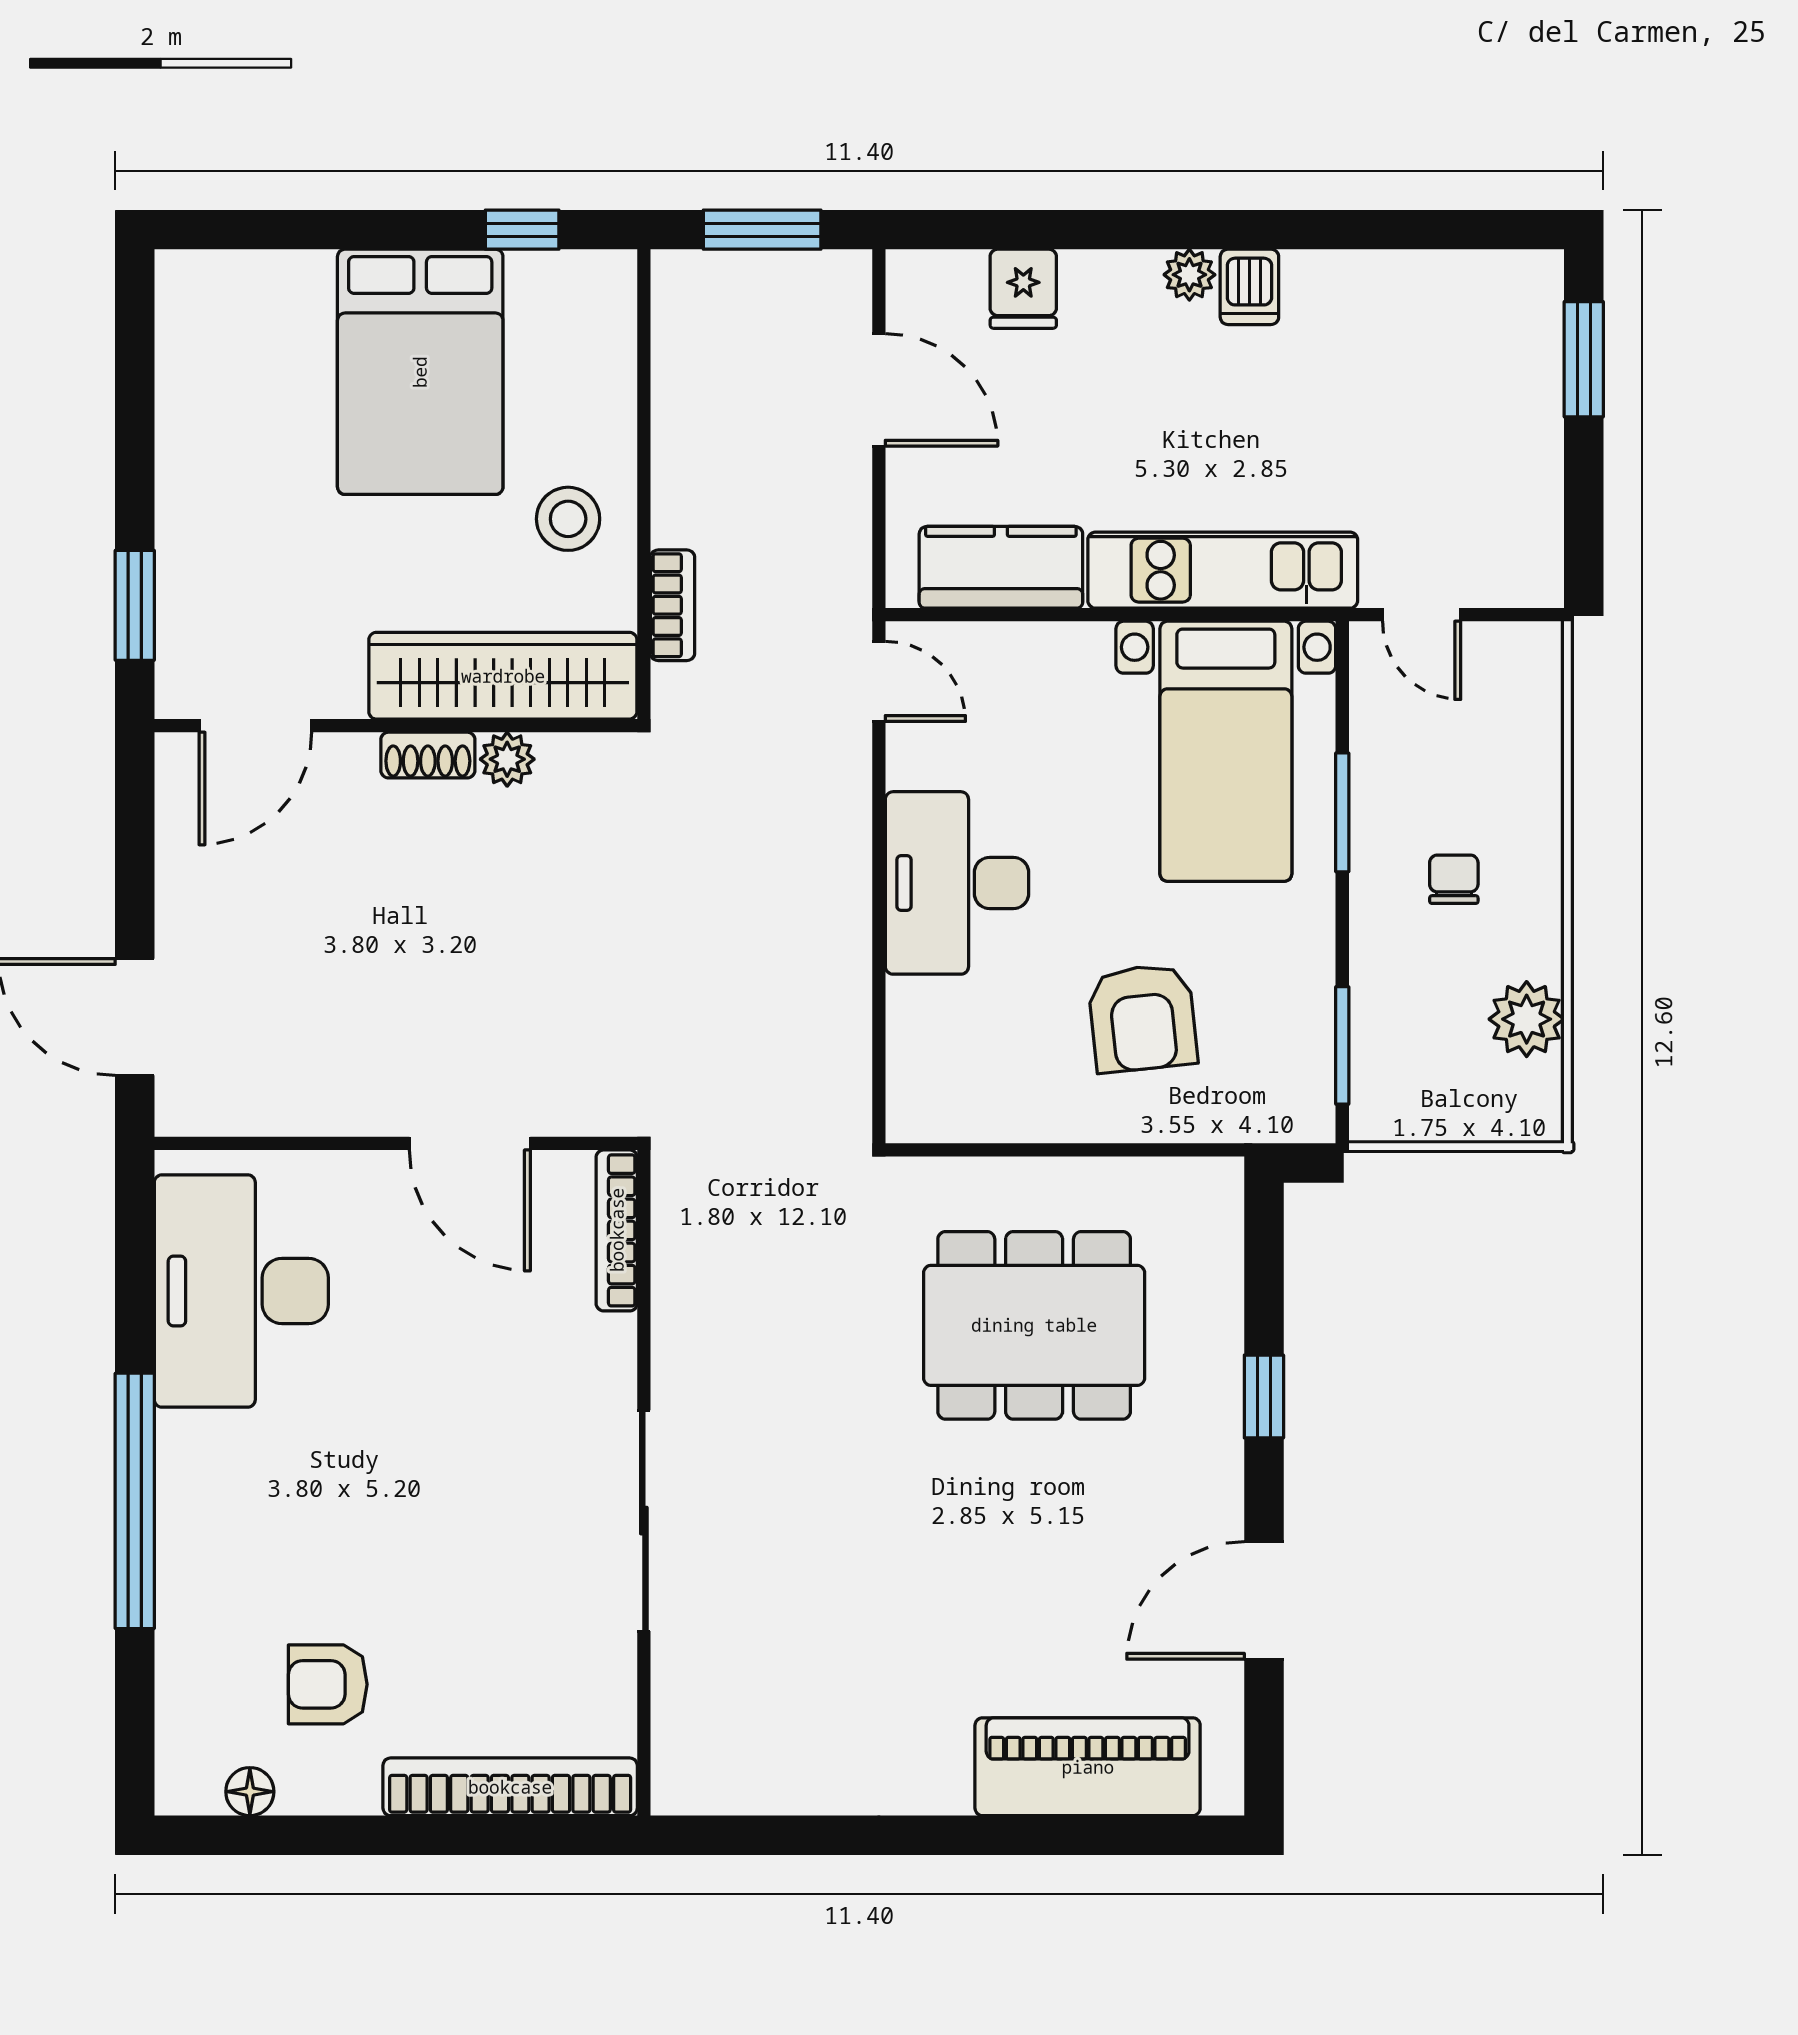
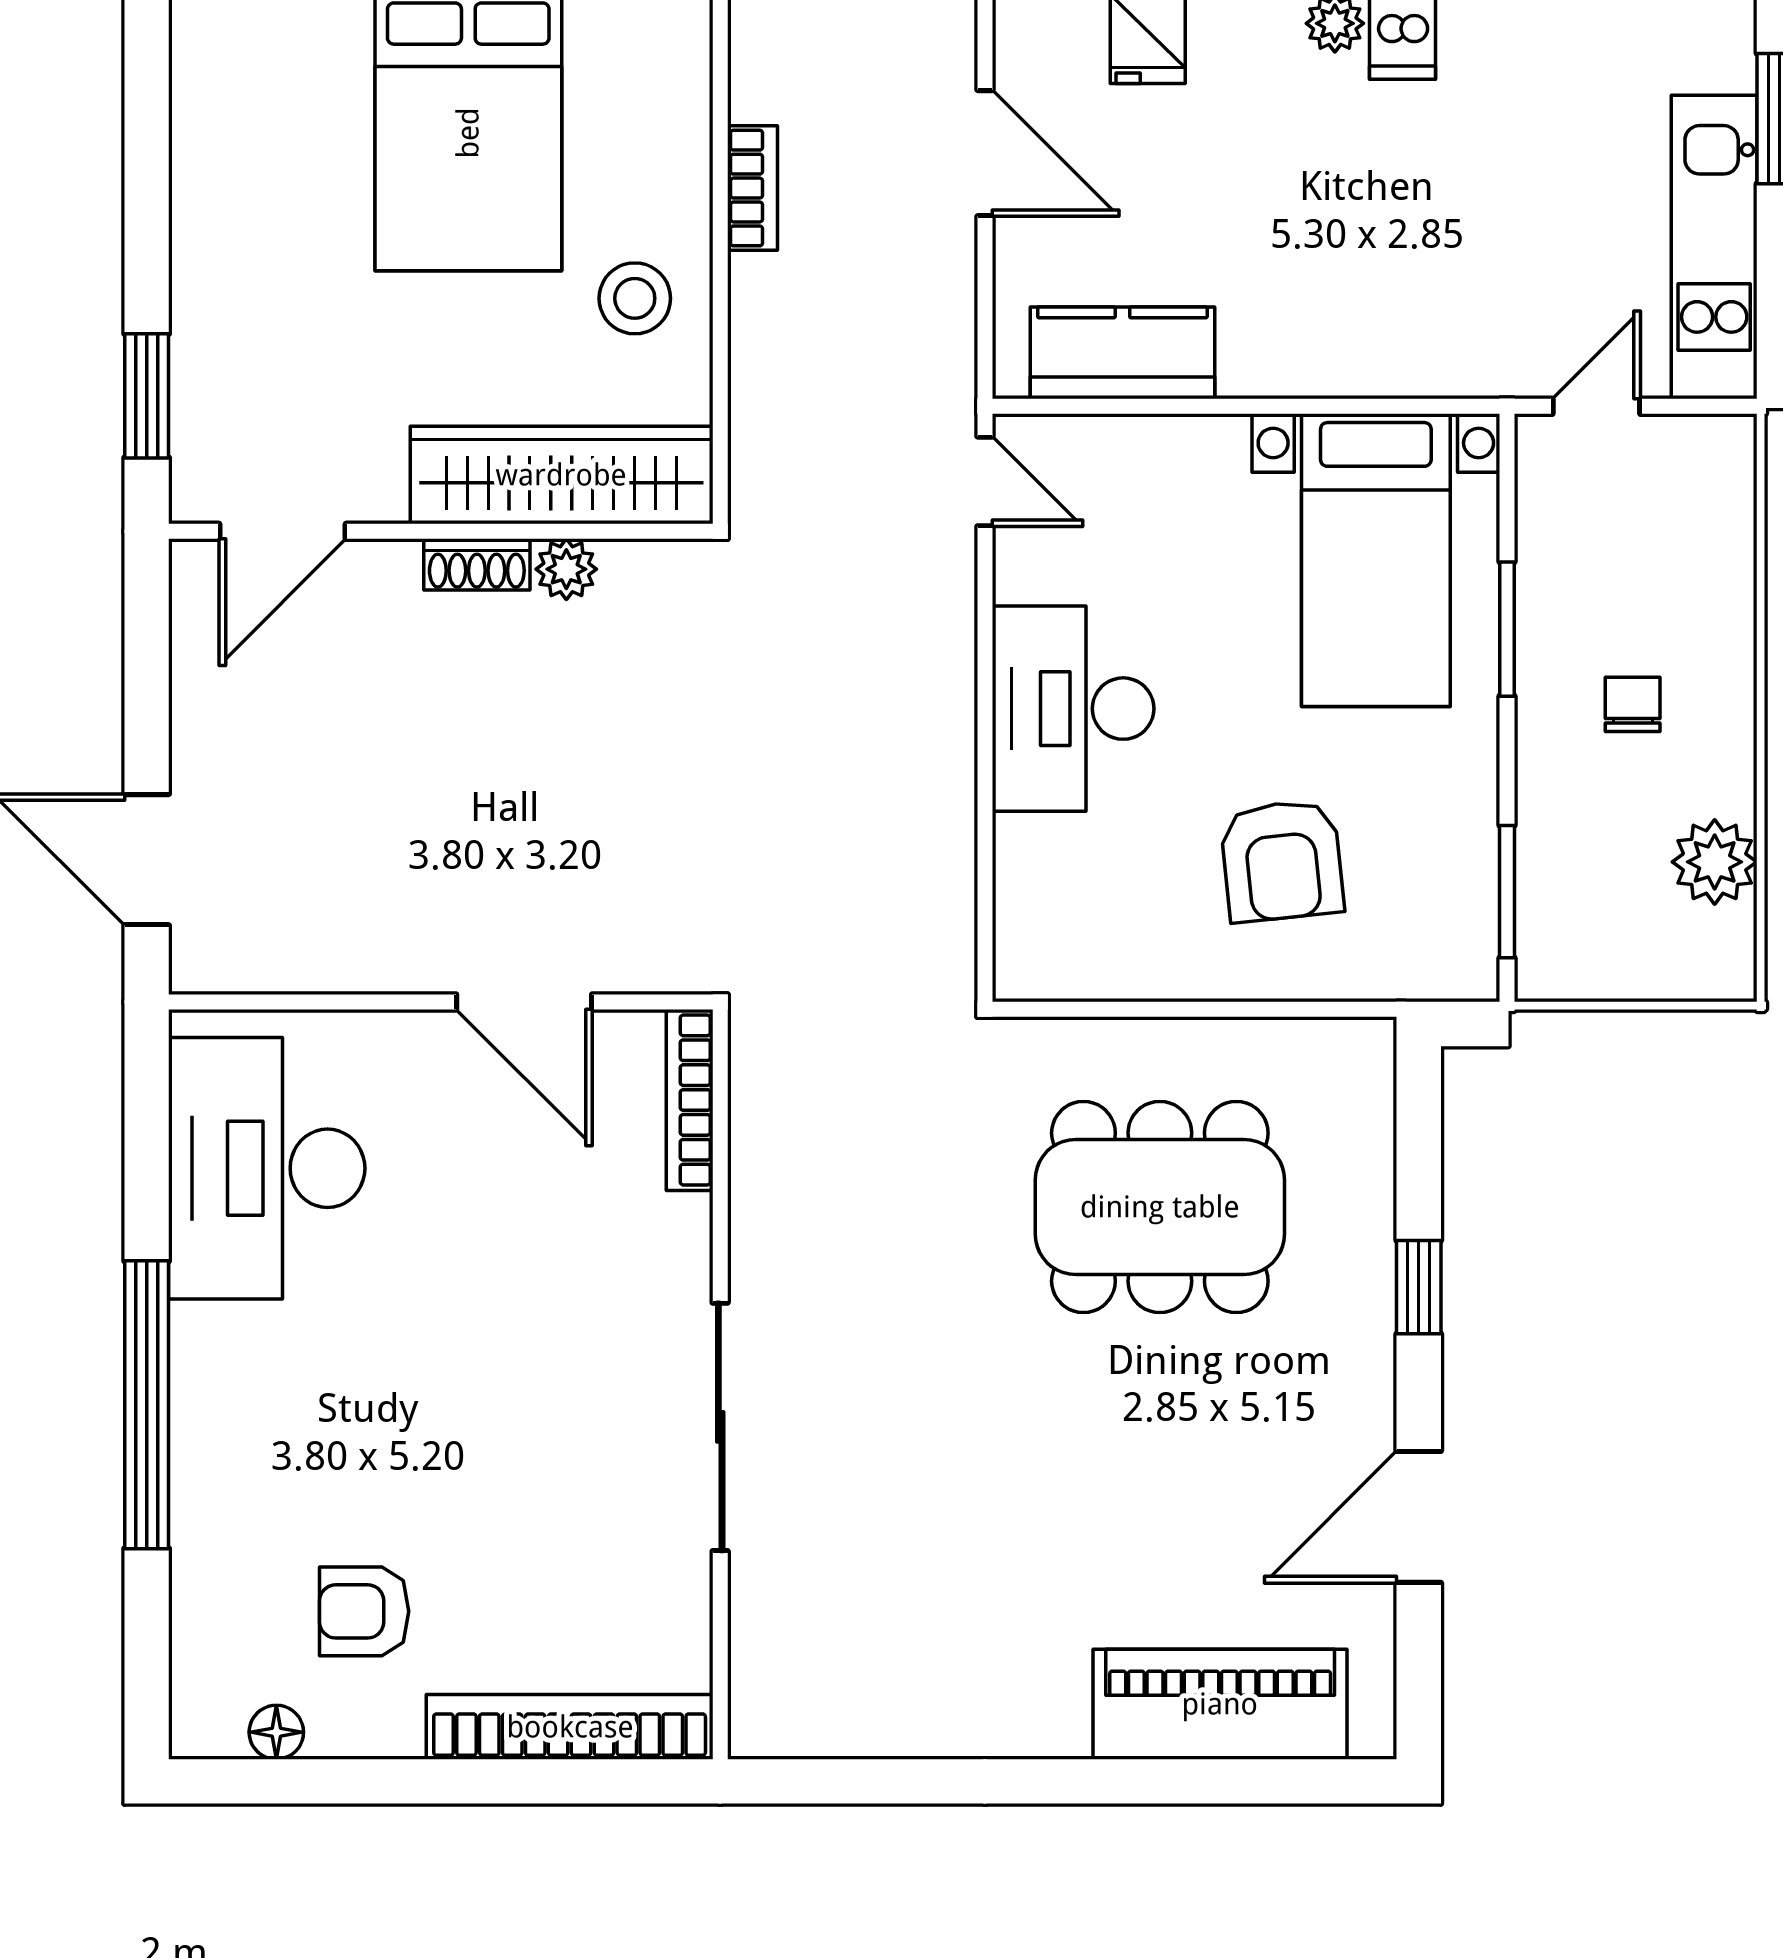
kitchen unit: (1223, 570) -> (1714, 247), moved, turned -90
bookcase: (673, 605) -> (752, 188), moved
door: (1422, 615) -> (1596, 406), swing flipped

